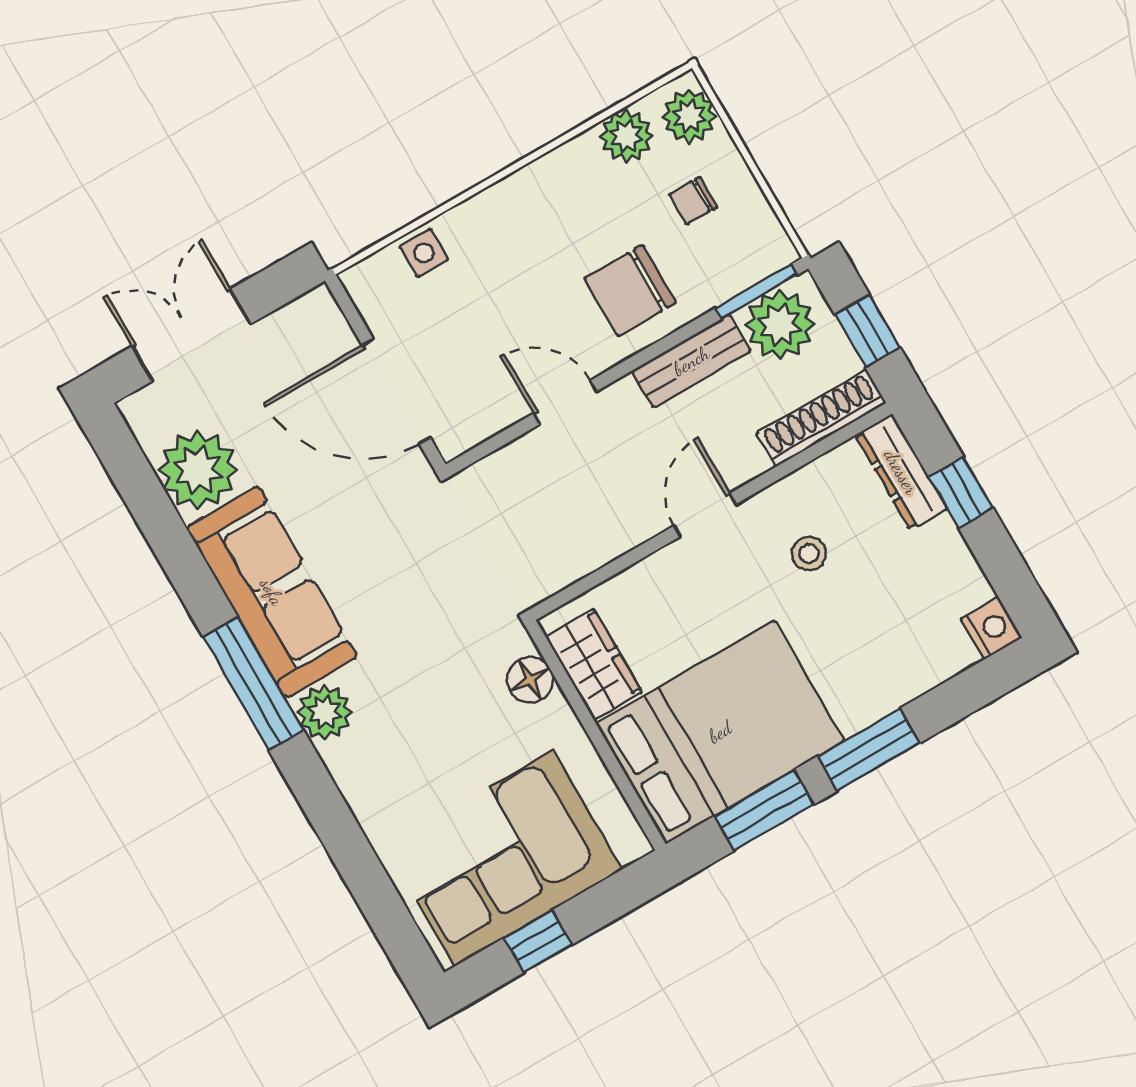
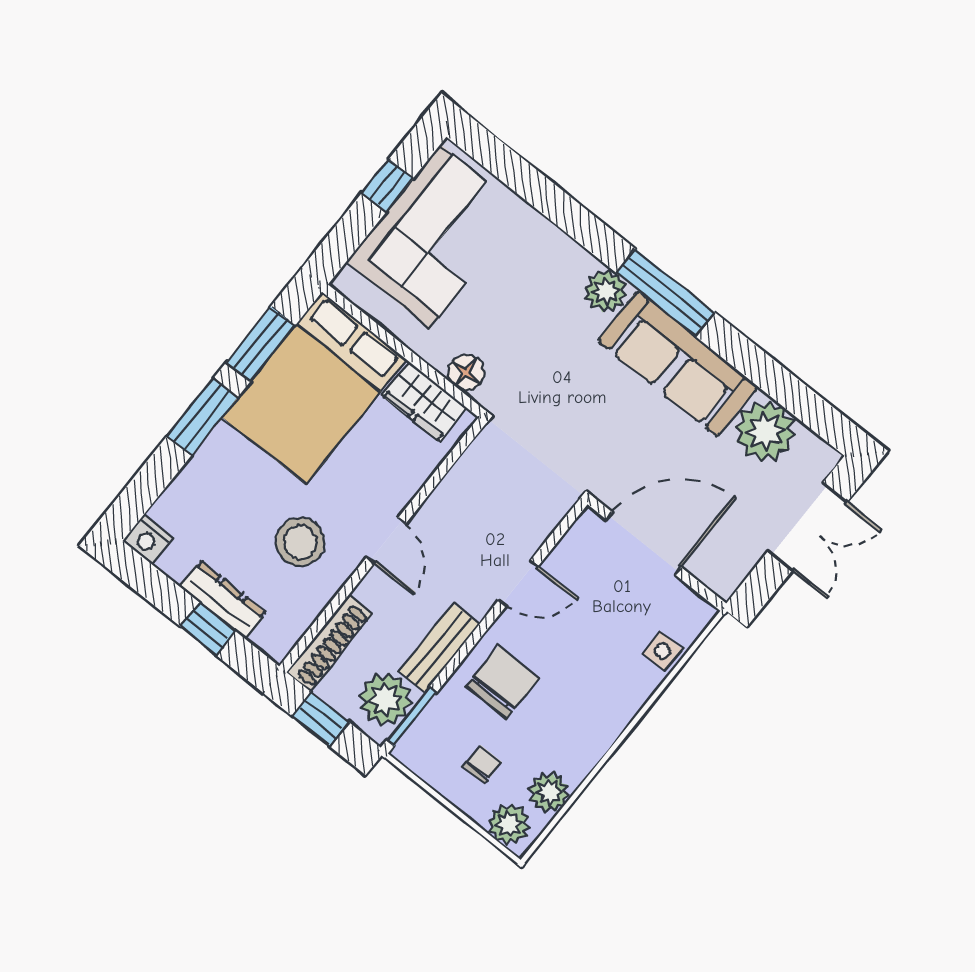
dresser: (901, 472) -> (223, 600), moved
stool: (809, 553) -> (300, 542), width x1.89, depth x1.89

